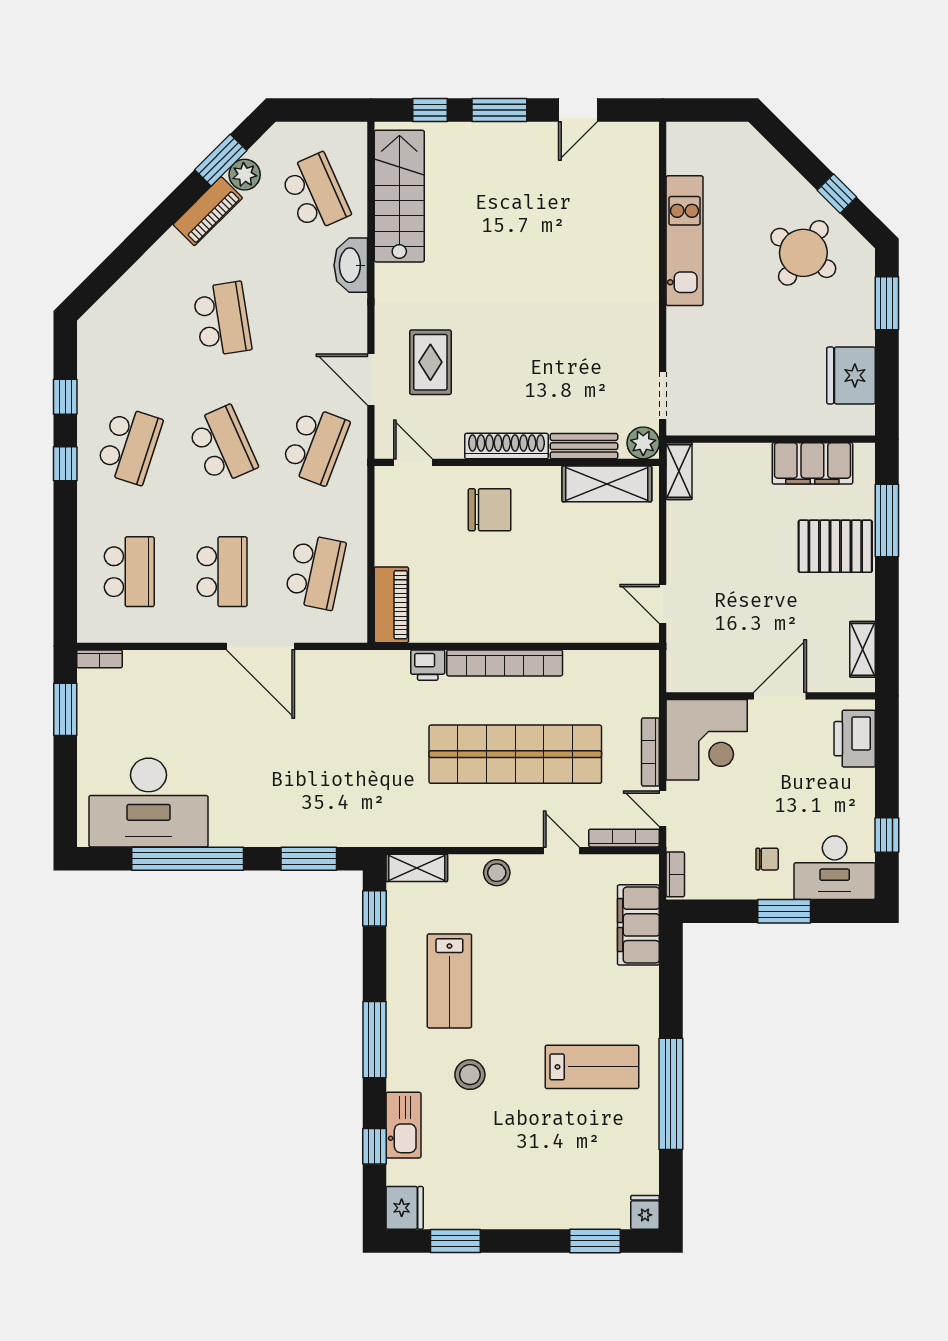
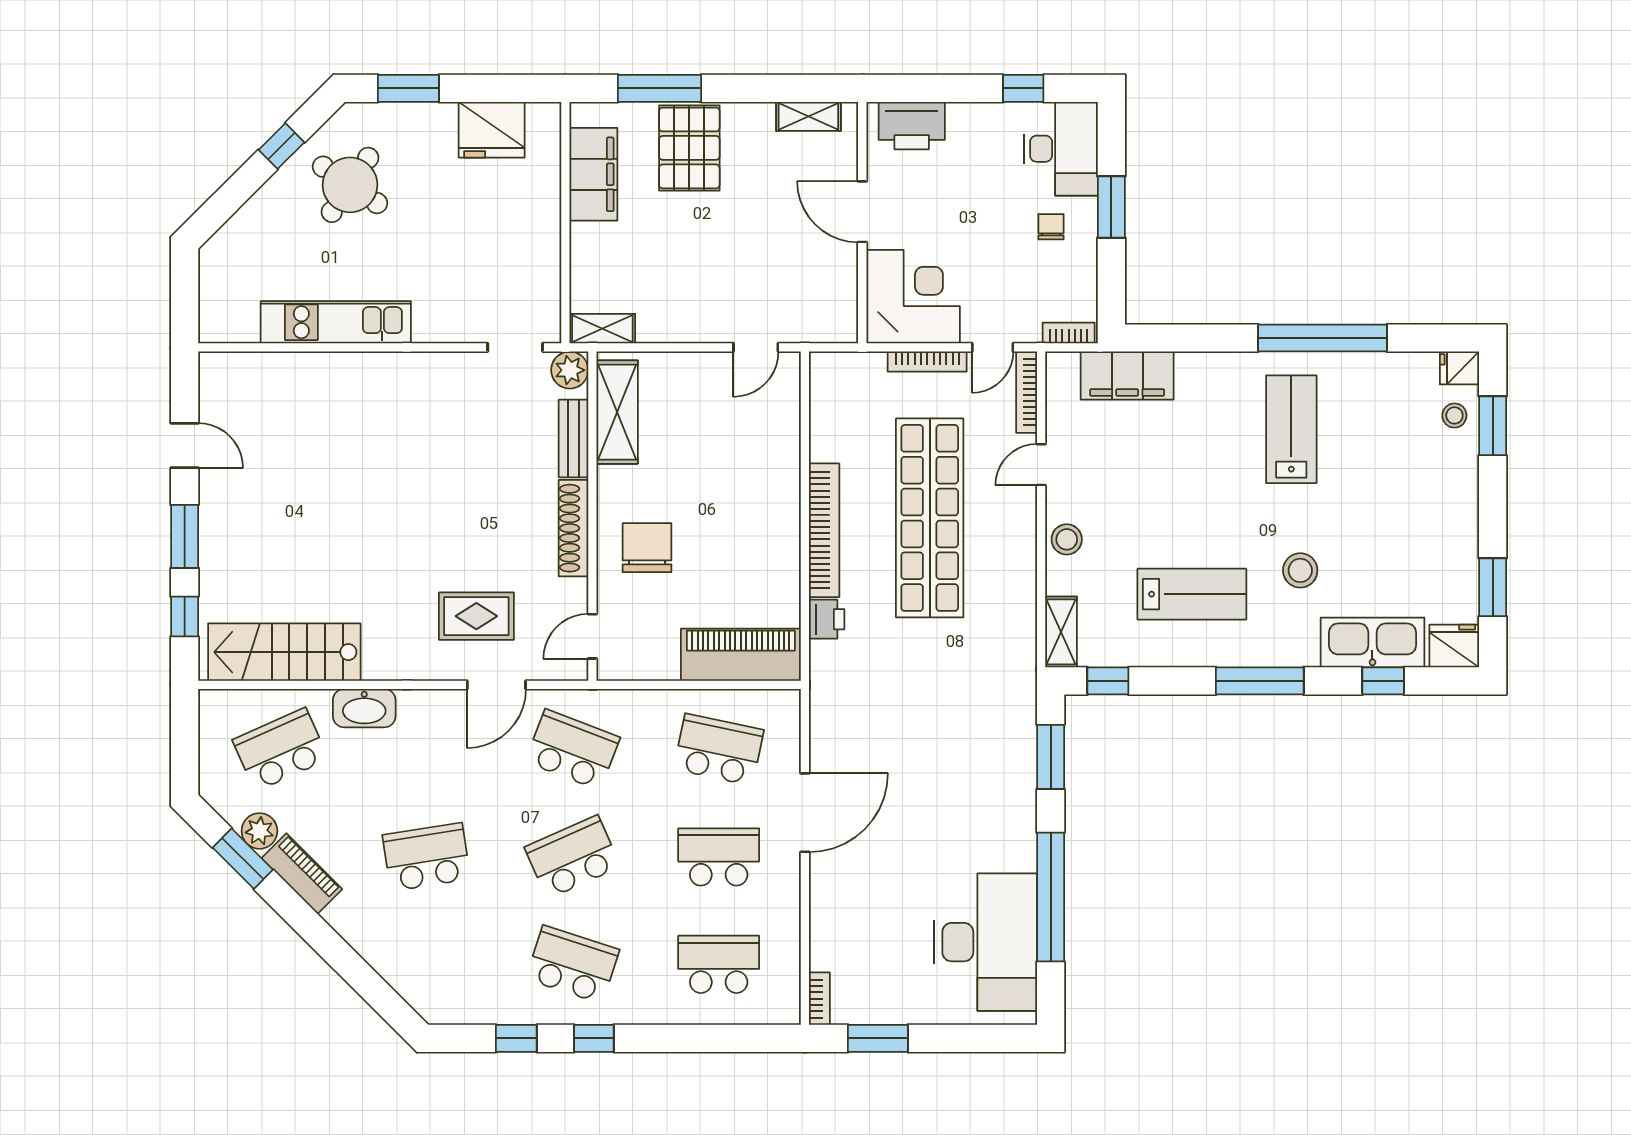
piano: (391, 605) -> (741, 655), width x1.37, depth x1.33
kitchen sink: (403, 1125) -> (1372, 642), width x1.36, depth x1.24
stool: (604, 1208) -> (1454, 415), added

